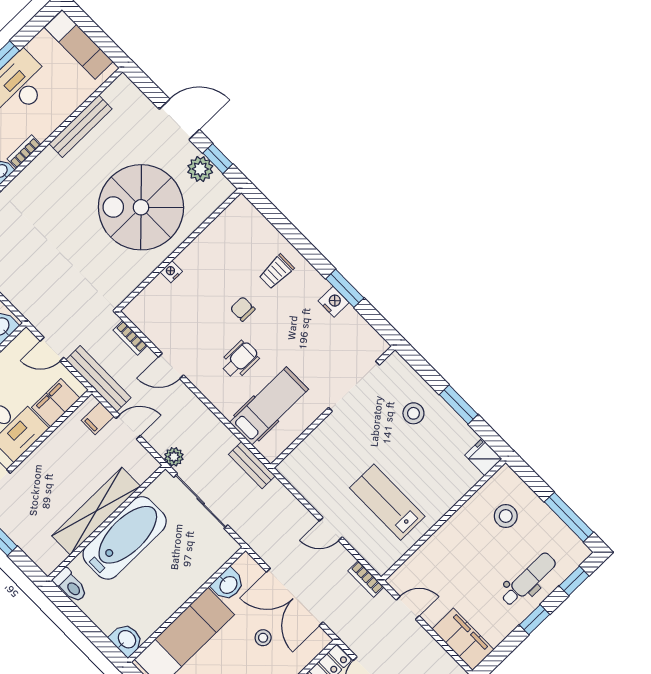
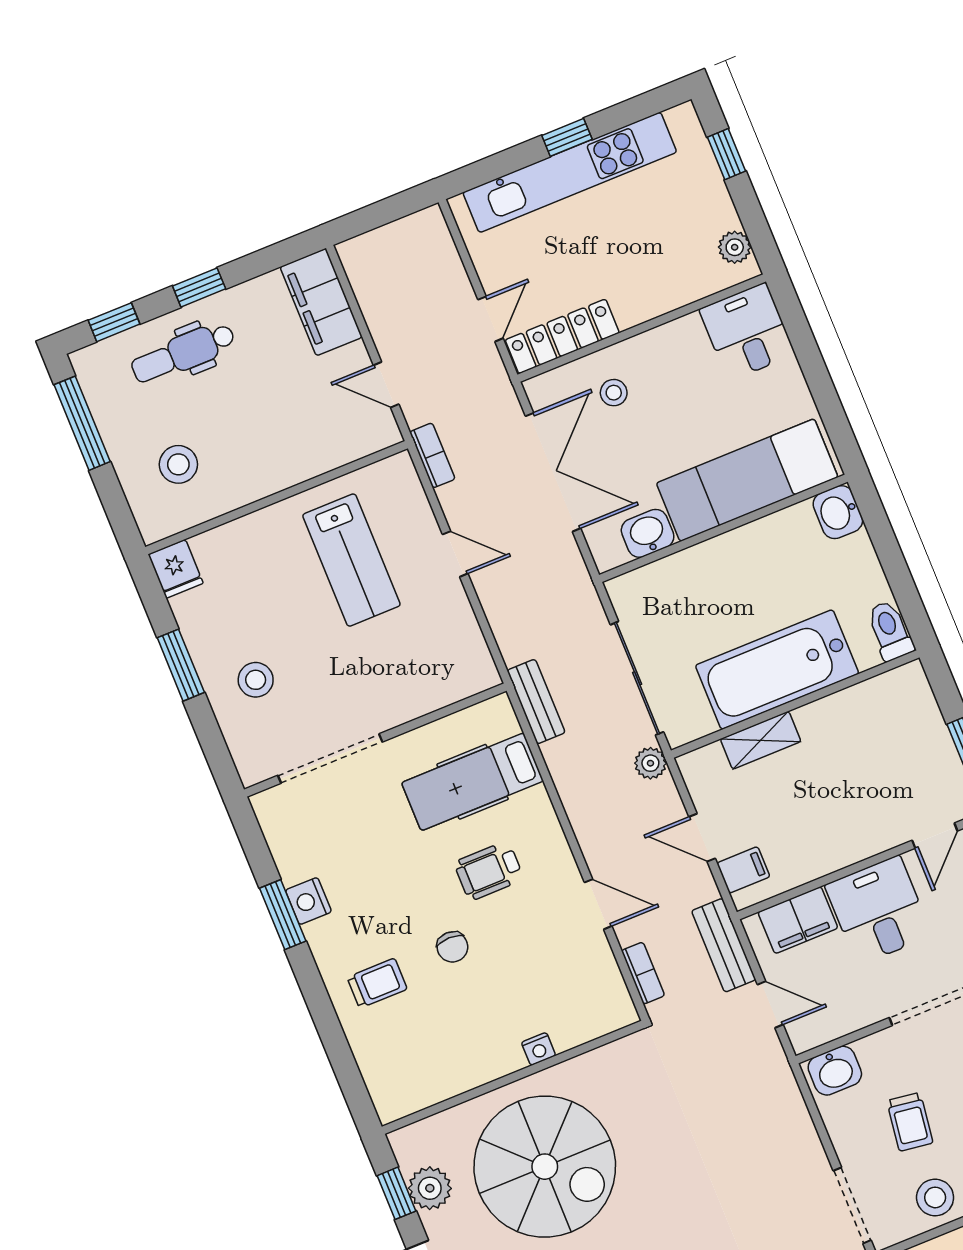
bench: (98, 379) -> (724, 945), width x0.73
shelving: (96, 511) -> (761, 740), width x0.45, depth x0.75
stool: (263, 638) -> (614, 393), moved

